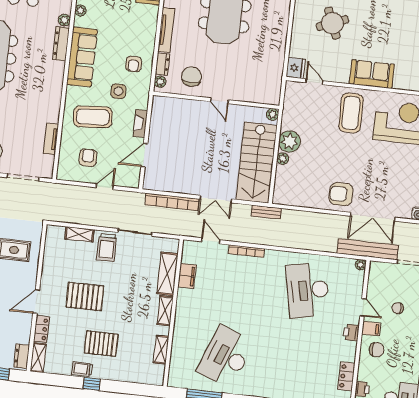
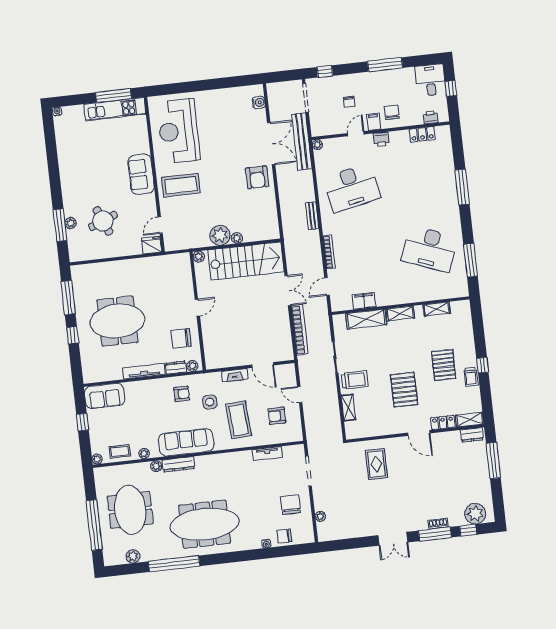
bench: (266, 212) -> (312, 216), moved

